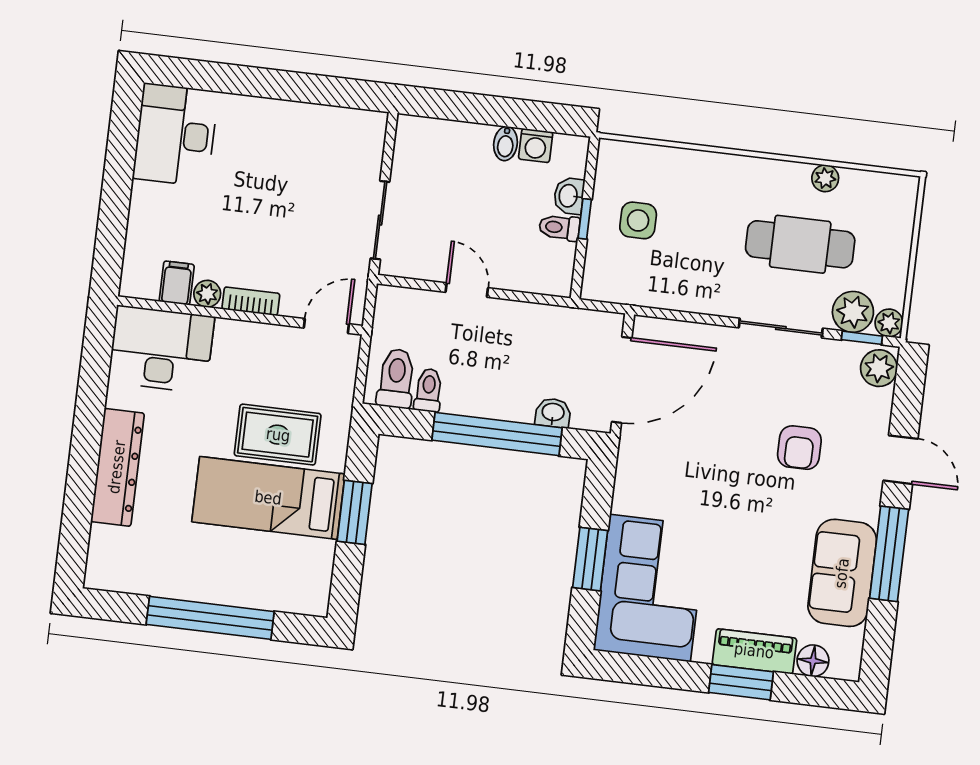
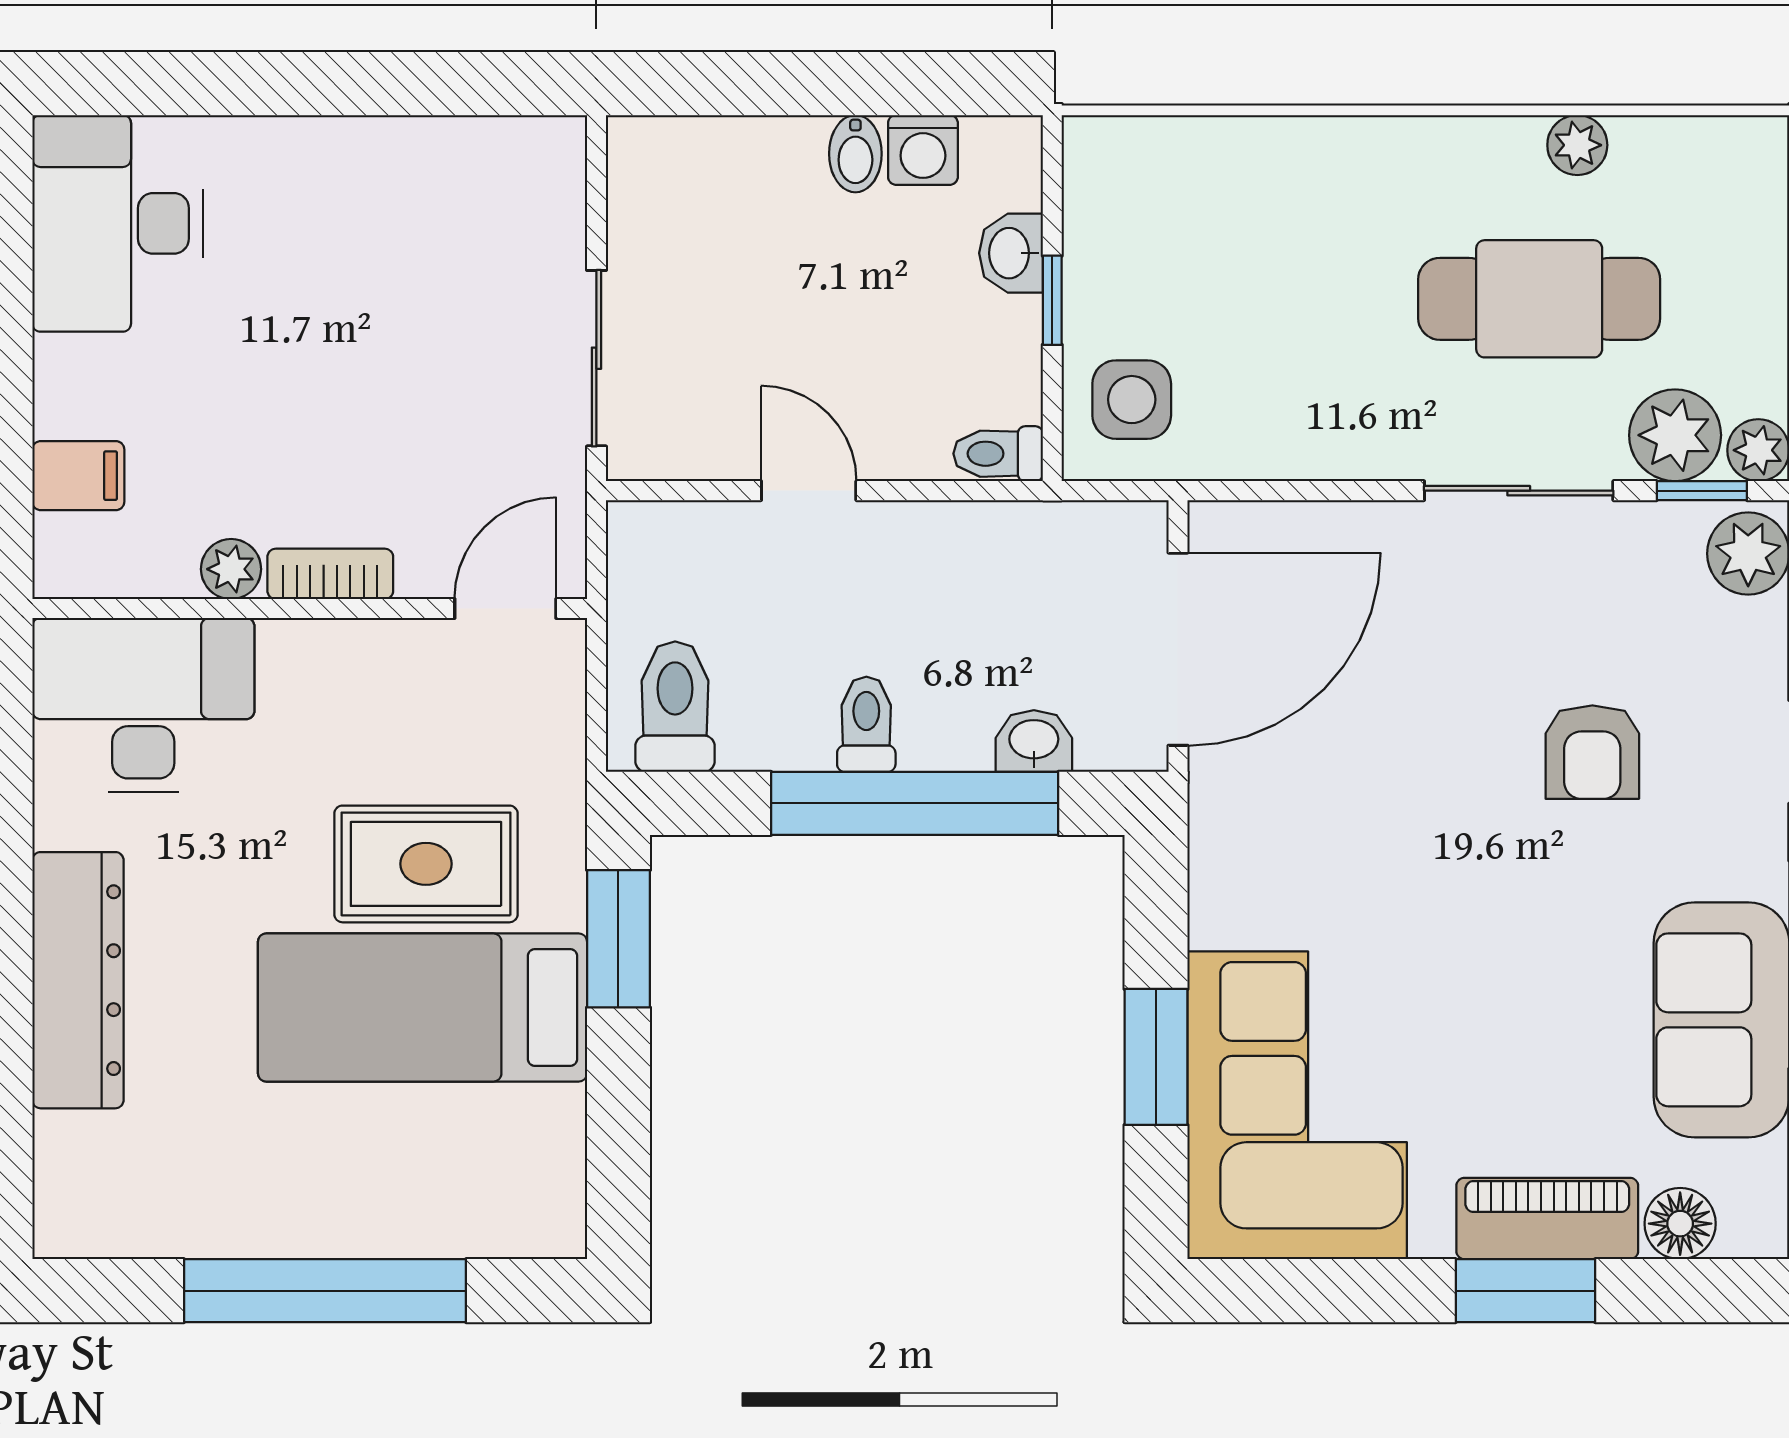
side table: (638, 220) -> (1132, 400), moved
toilet: (559, 228) -> (998, 454), moved
filing cabinet: (177, 283) -> (78, 476), moved, turned 90
toilet: (428, 390) -> (866, 724), moved
window: (355, 512) -> (618, 939), moved

